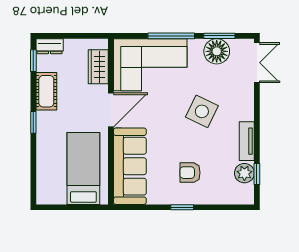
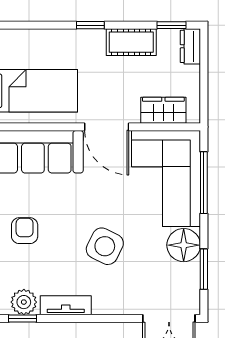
window: (171, 36) -> (204, 183), moved
floor lamp: (217, 51) -> (184, 245), moved

